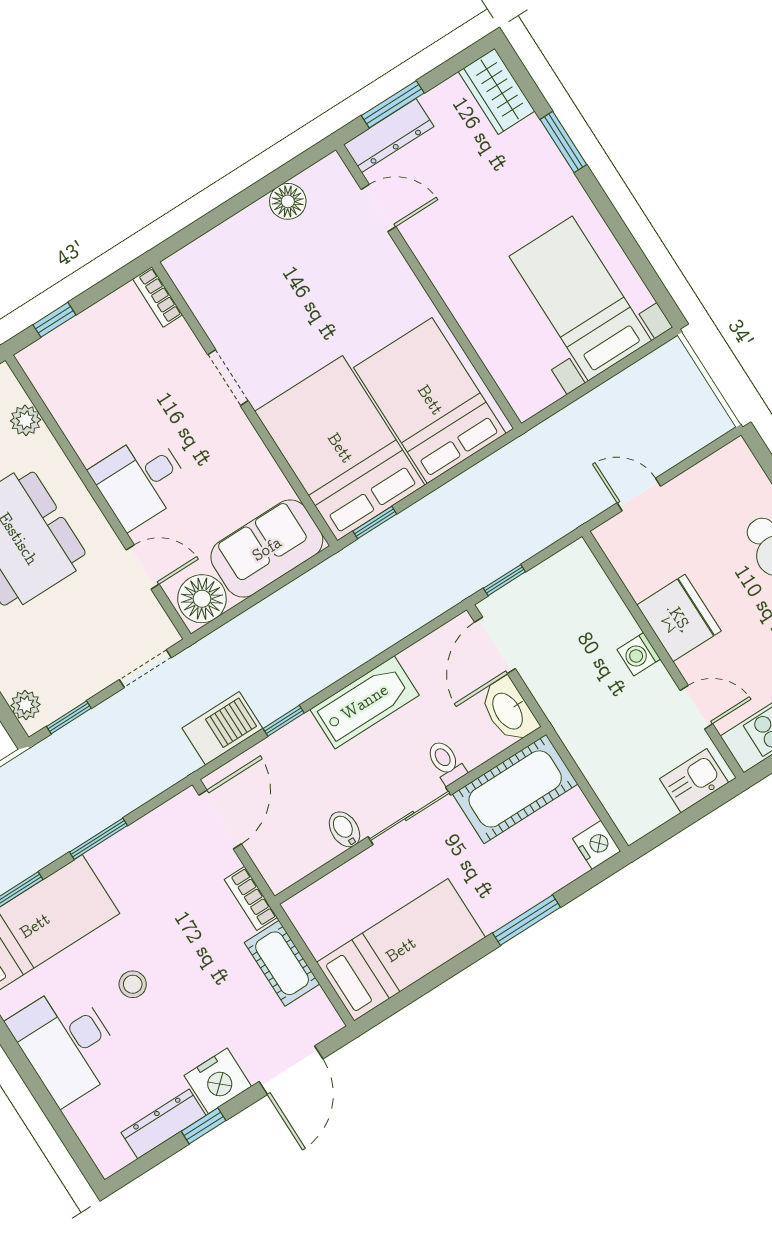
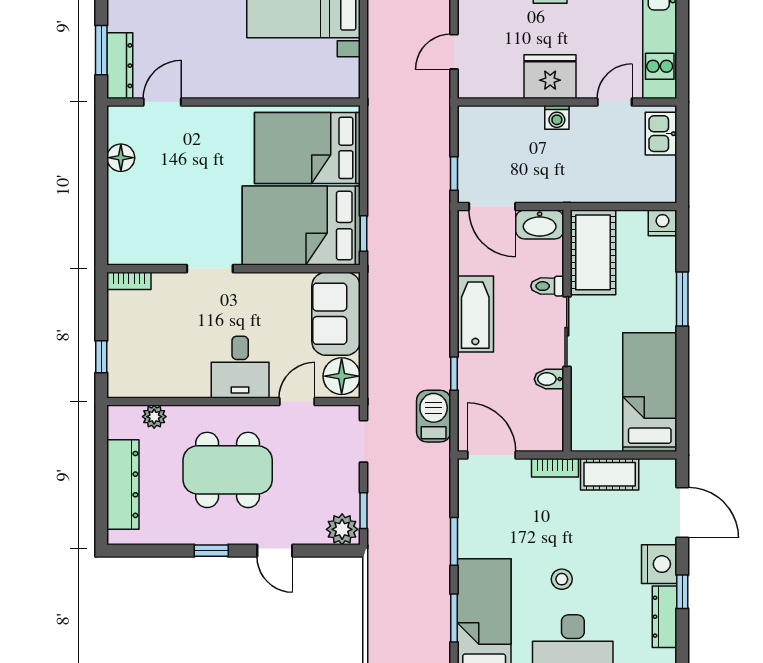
plant: (26, 705) -> (342, 529), width x1.38, depth x1.38

